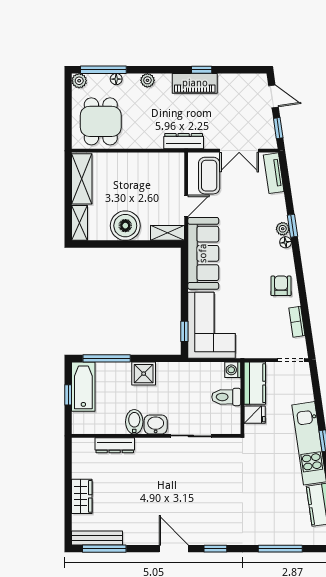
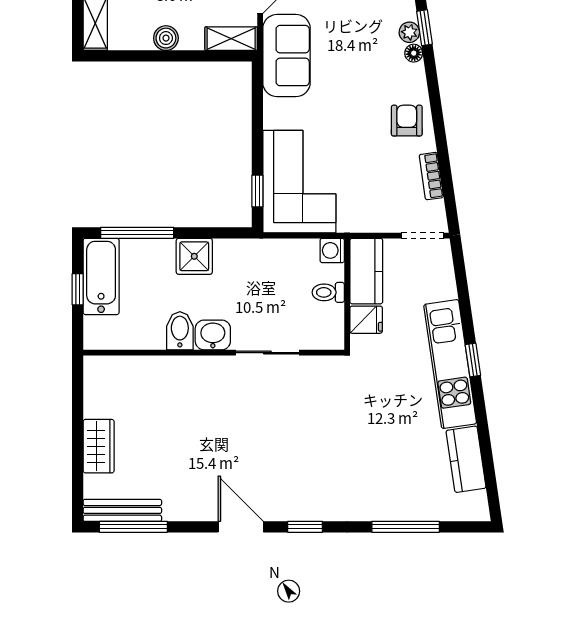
boiler: (125, 226) -> (166, 38), width x0.54, depth x0.54
sofa: (203, 253) -> (286, 56), width x0.73
toilet: (226, 397) -> (328, 292), width x0.73, depth x0.72
dresser: (115, 445) -> (150, 367), removed

